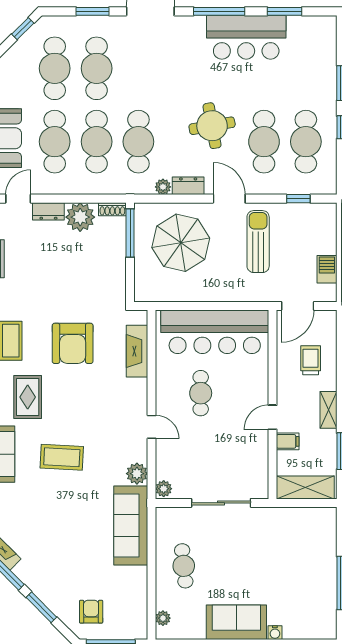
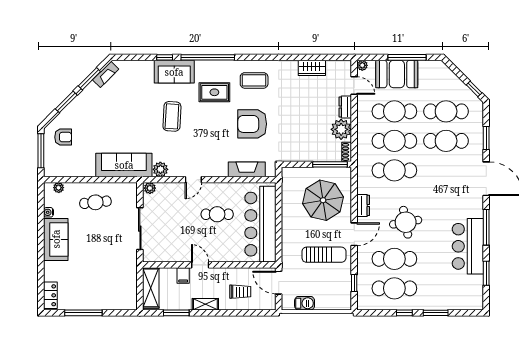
plant: (163, 187) -> (363, 188), removed
locker: (316, 630) -> (50, 295), added
water cooler: (275, 633) -> (48, 212), moved

